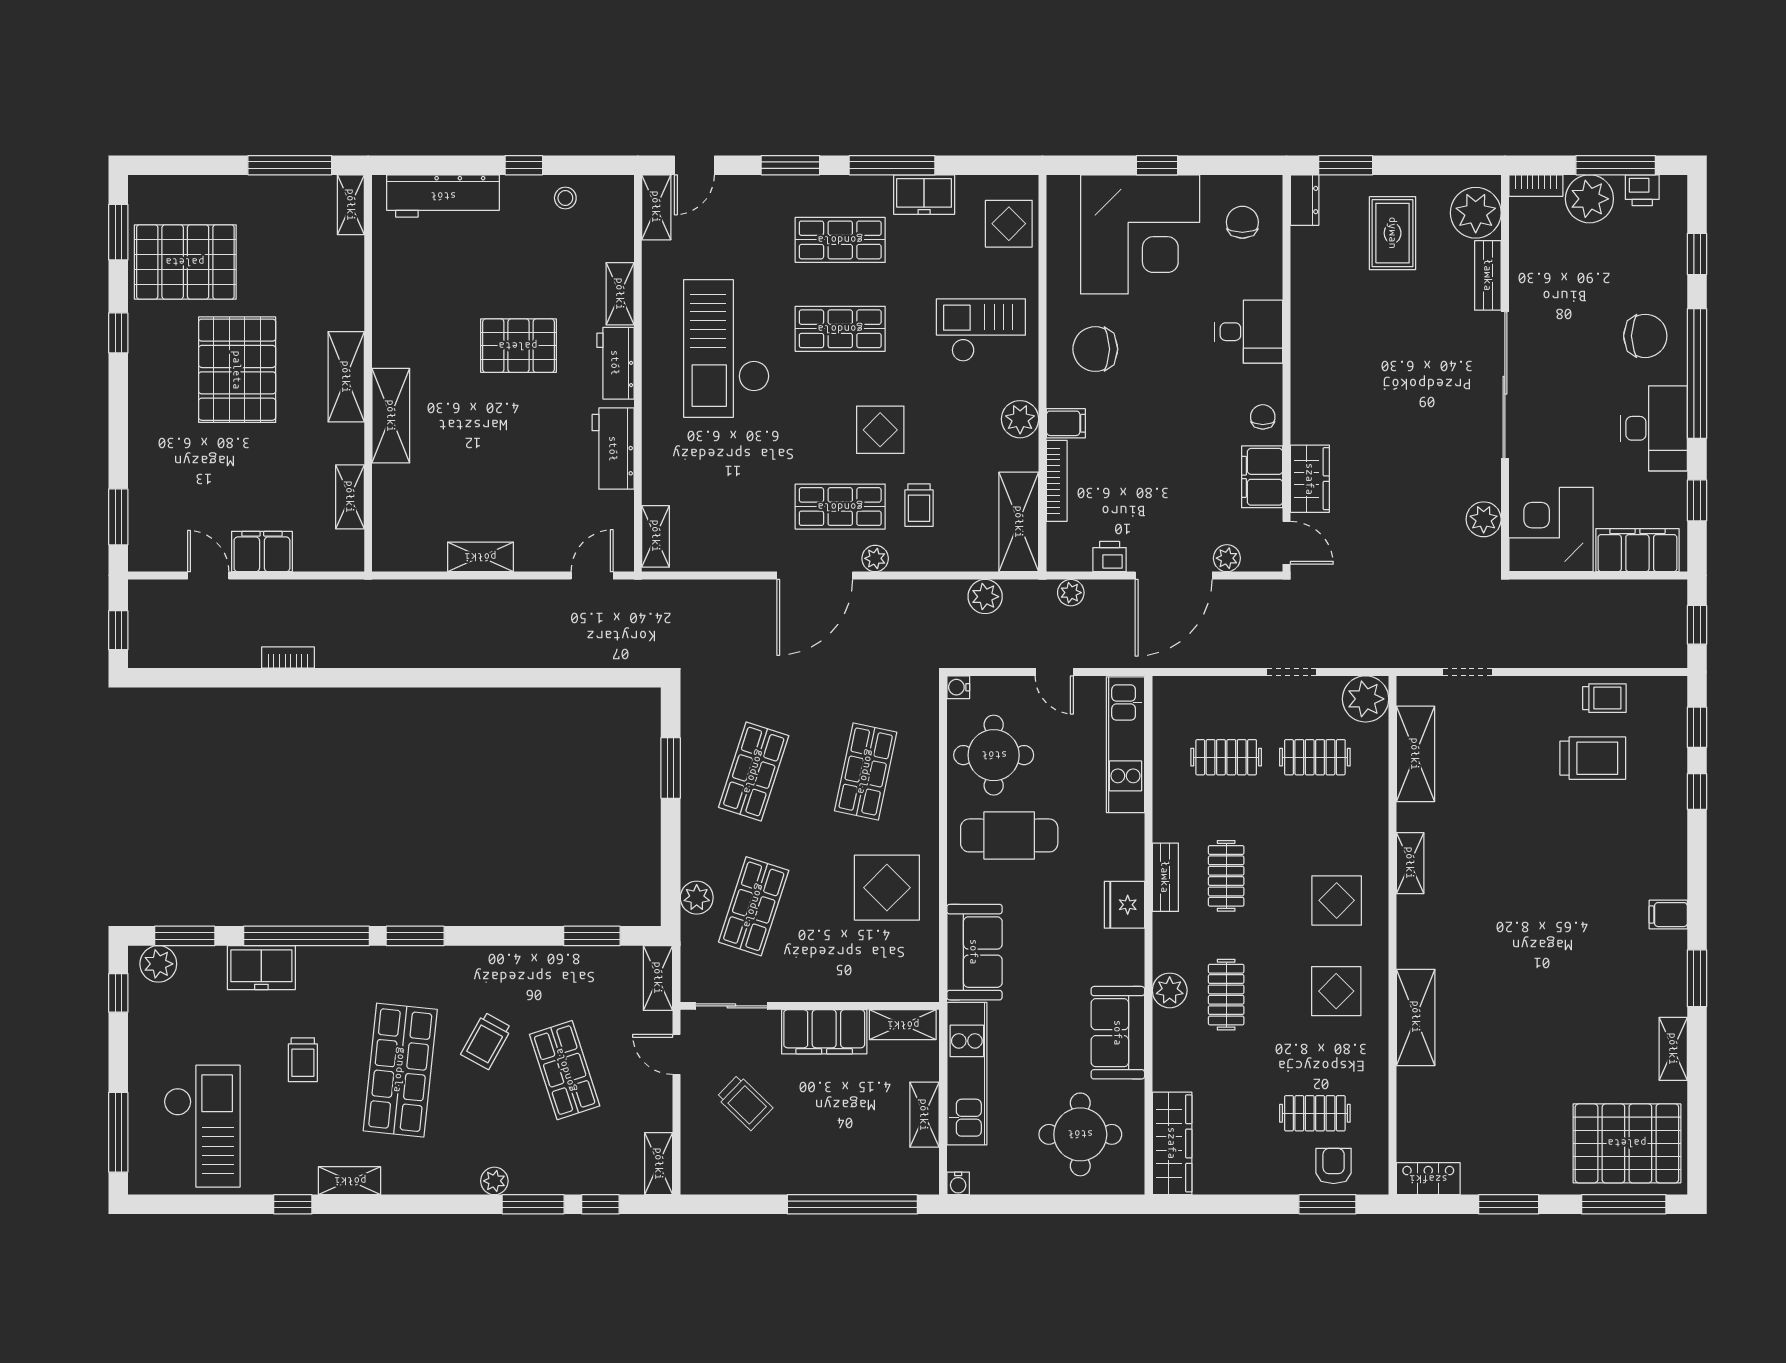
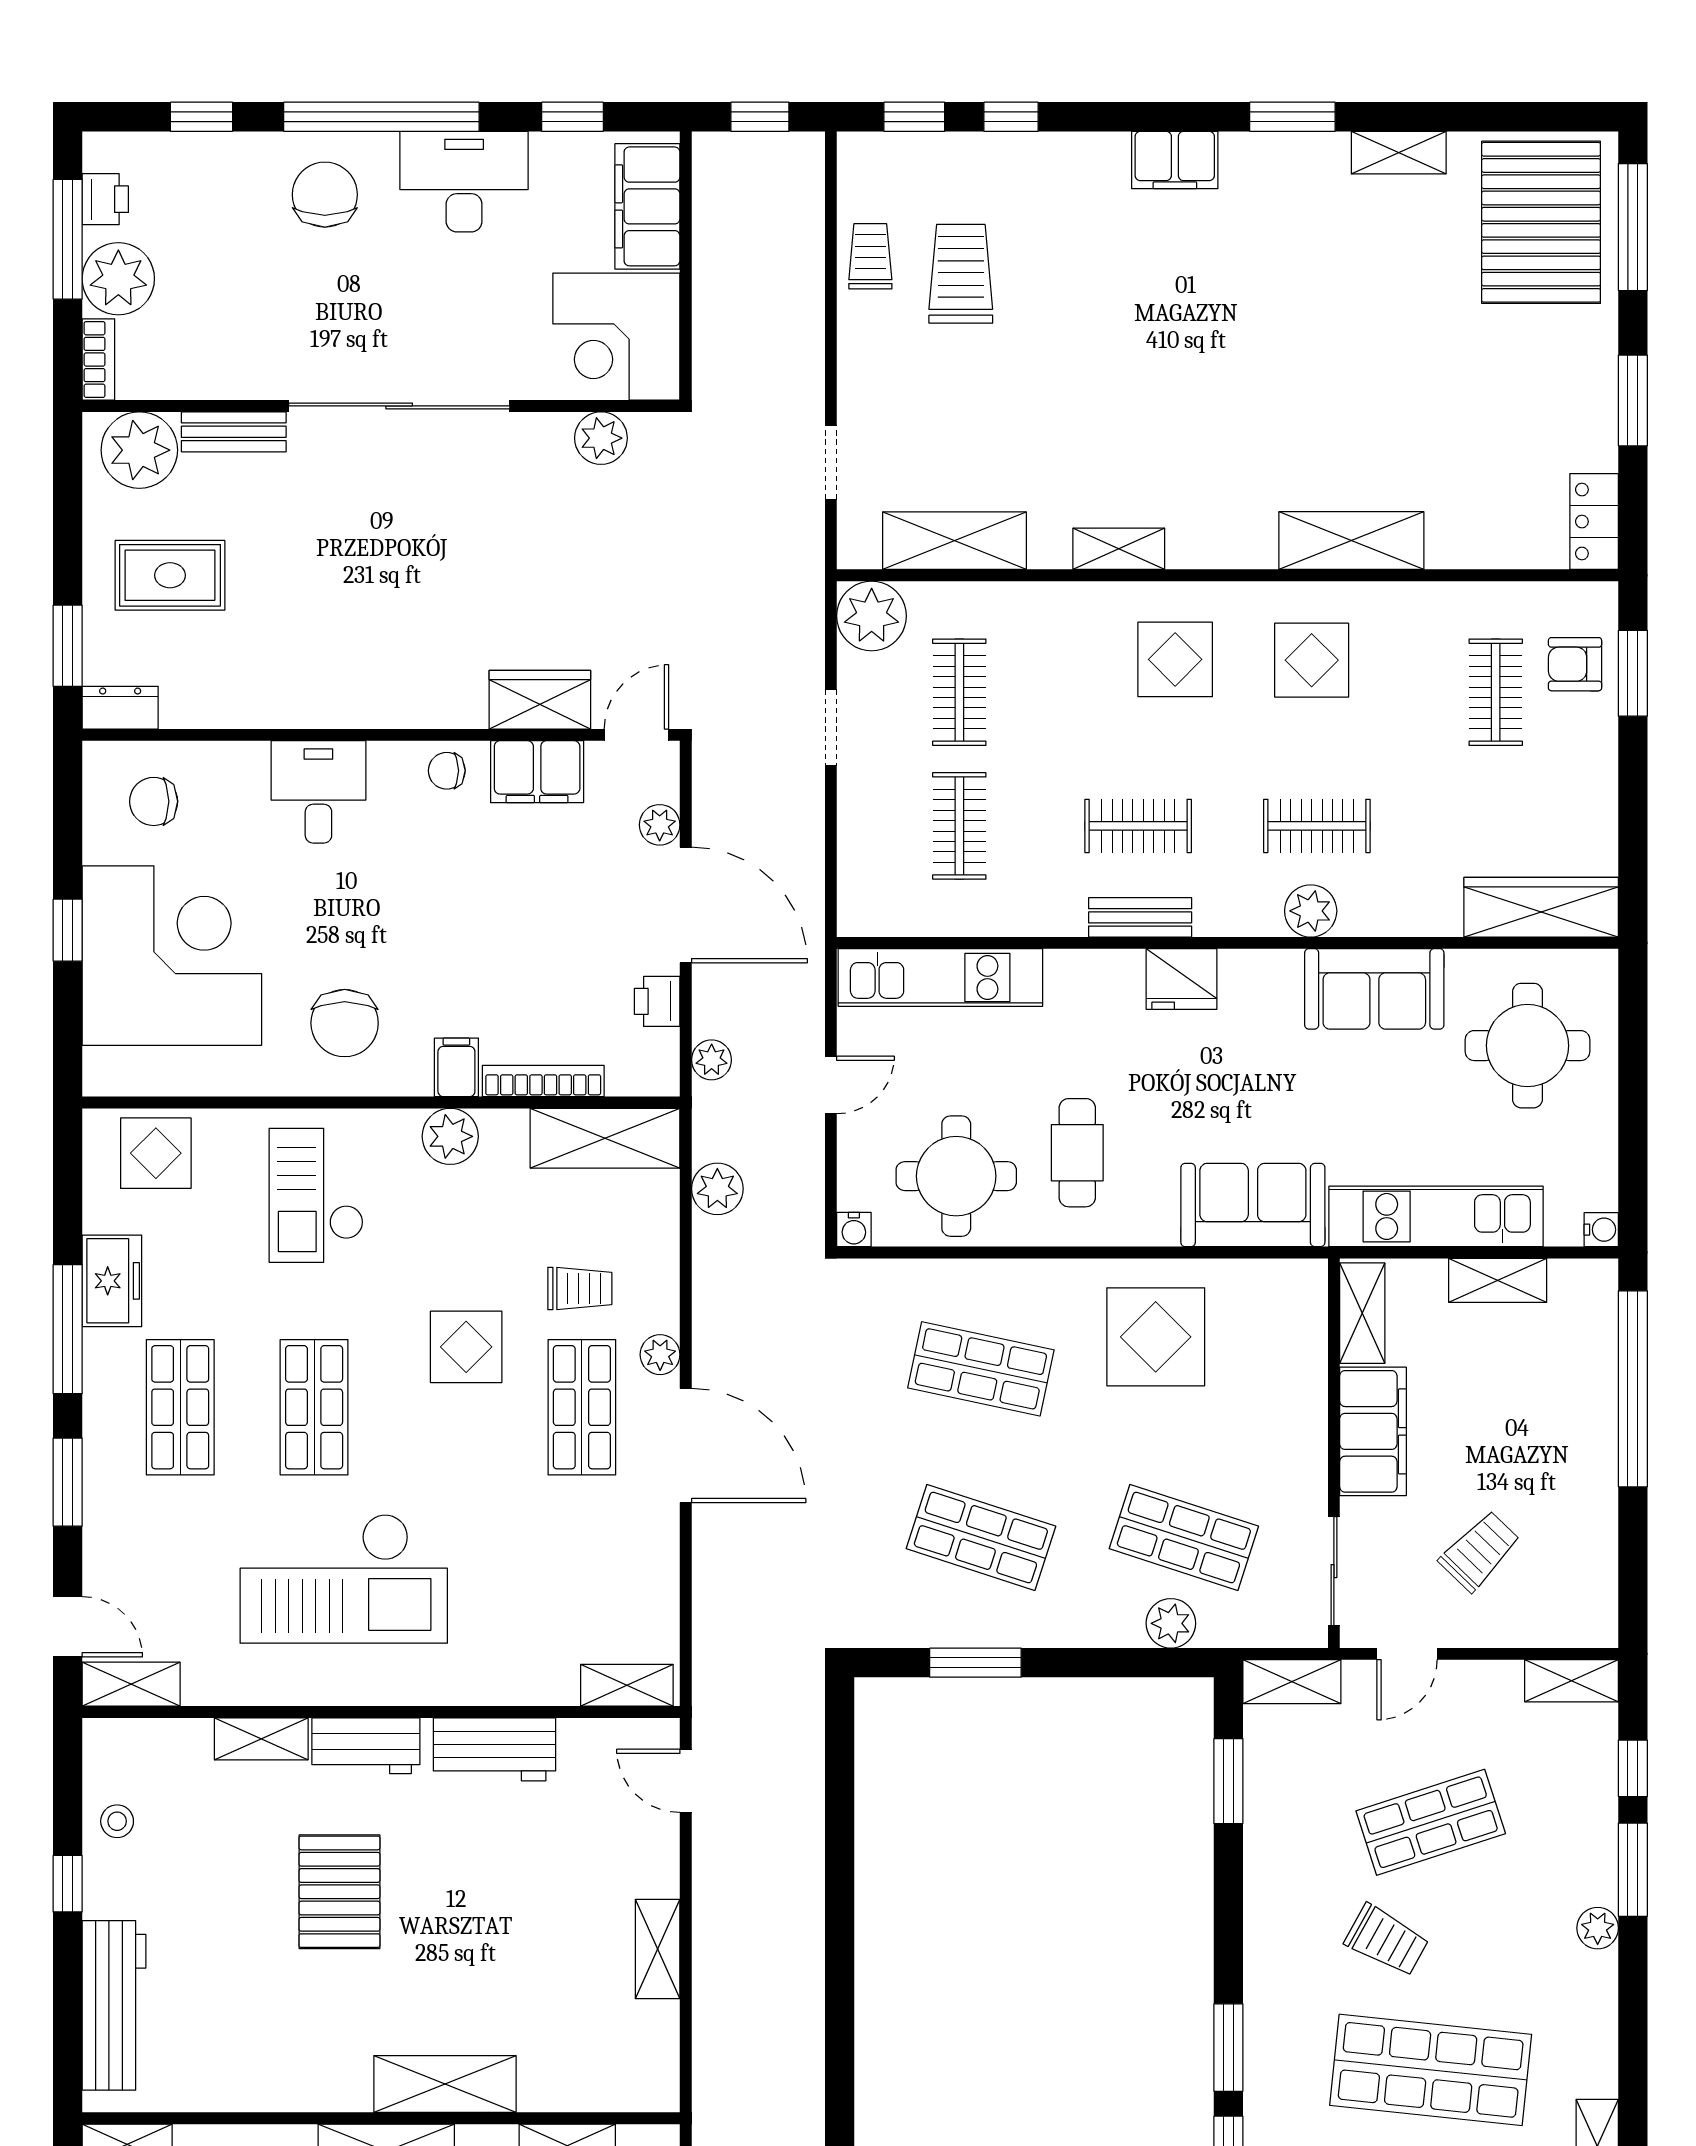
cafe table: (1009, 835) -> (1077, 1153), width x0.73, depth x0.74
filing cabinet: (1668, 915) -> (1175, 160), width x2.00

